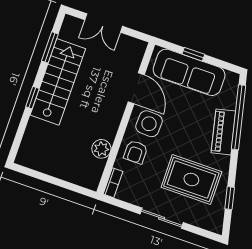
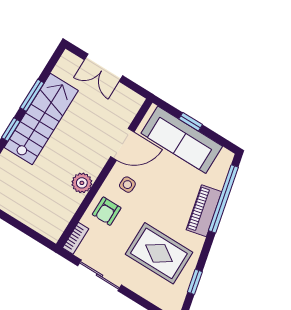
window: (50, 47) -> (32, 95), moved
door: (136, 88) -> (122, 144), hinge flipped
side table: (149, 124) -> (127, 185), width x0.54, depth x0.54
plant: (101, 149) -> (82, 183), moved
sliding door: (162, 218) -> (99, 275), moved

